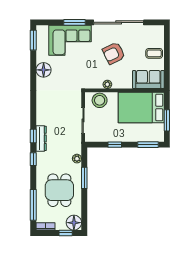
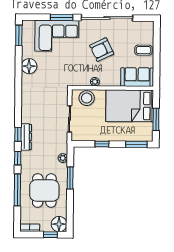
window: (33, 205) -> (17, 190), moved

